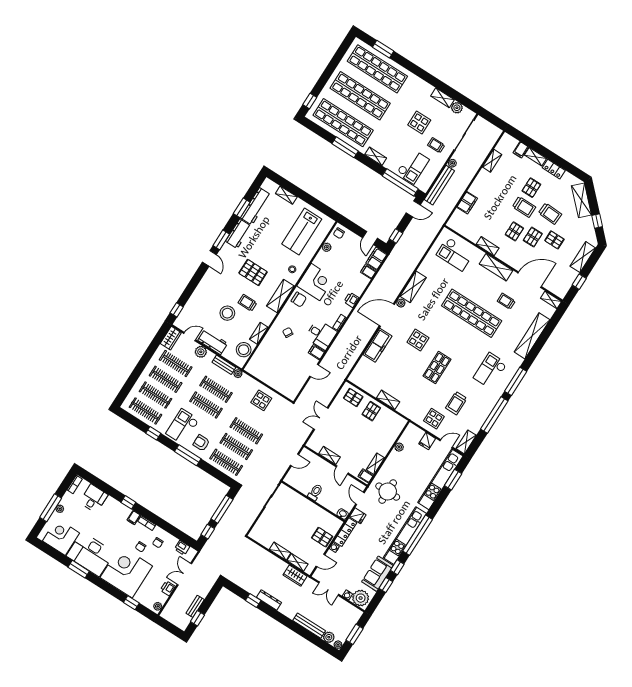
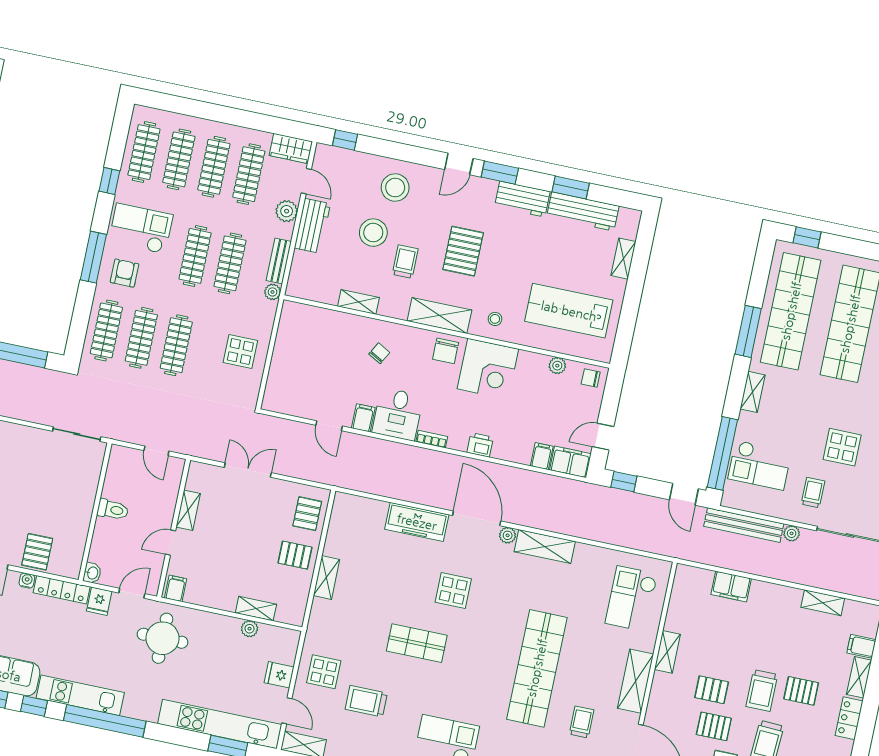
stool: (244, 350) -> (395, 188), moved
shelving: (375, 464) -> (256, 609), moved
kitchen unit: (405, 536) -> (80, 695), width x0.73

